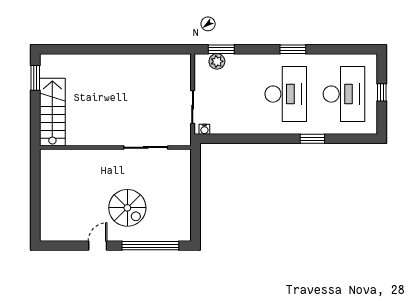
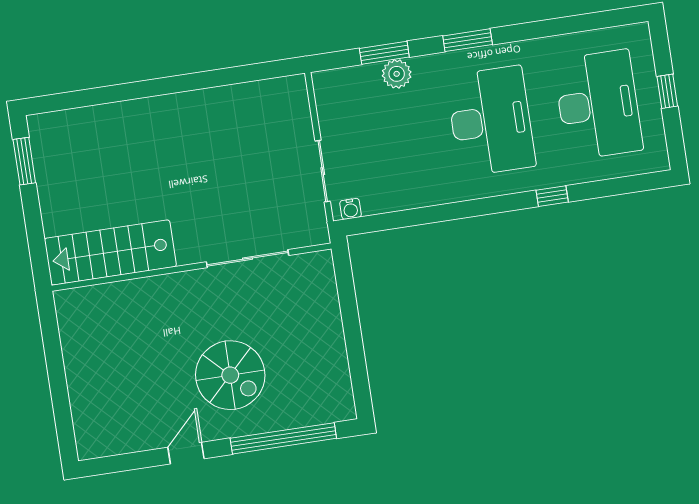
window: (221, 49) -> (384, 53), moved
window: (293, 49) -> (468, 40), moved
plant: (217, 61) -> (397, 74), moved
stairs: (52, 112) -> (110, 252), moved, turned -90
window: (312, 139) -> (552, 196), width x0.67

